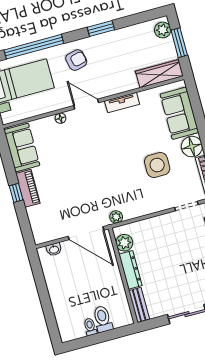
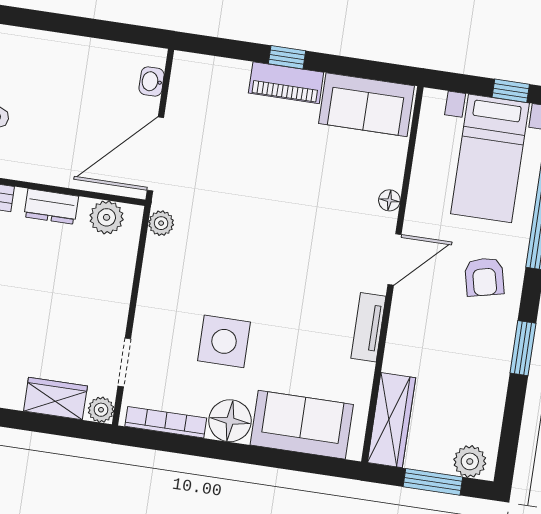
dresser: (130, 270) -> (51, 207), width x0.70

